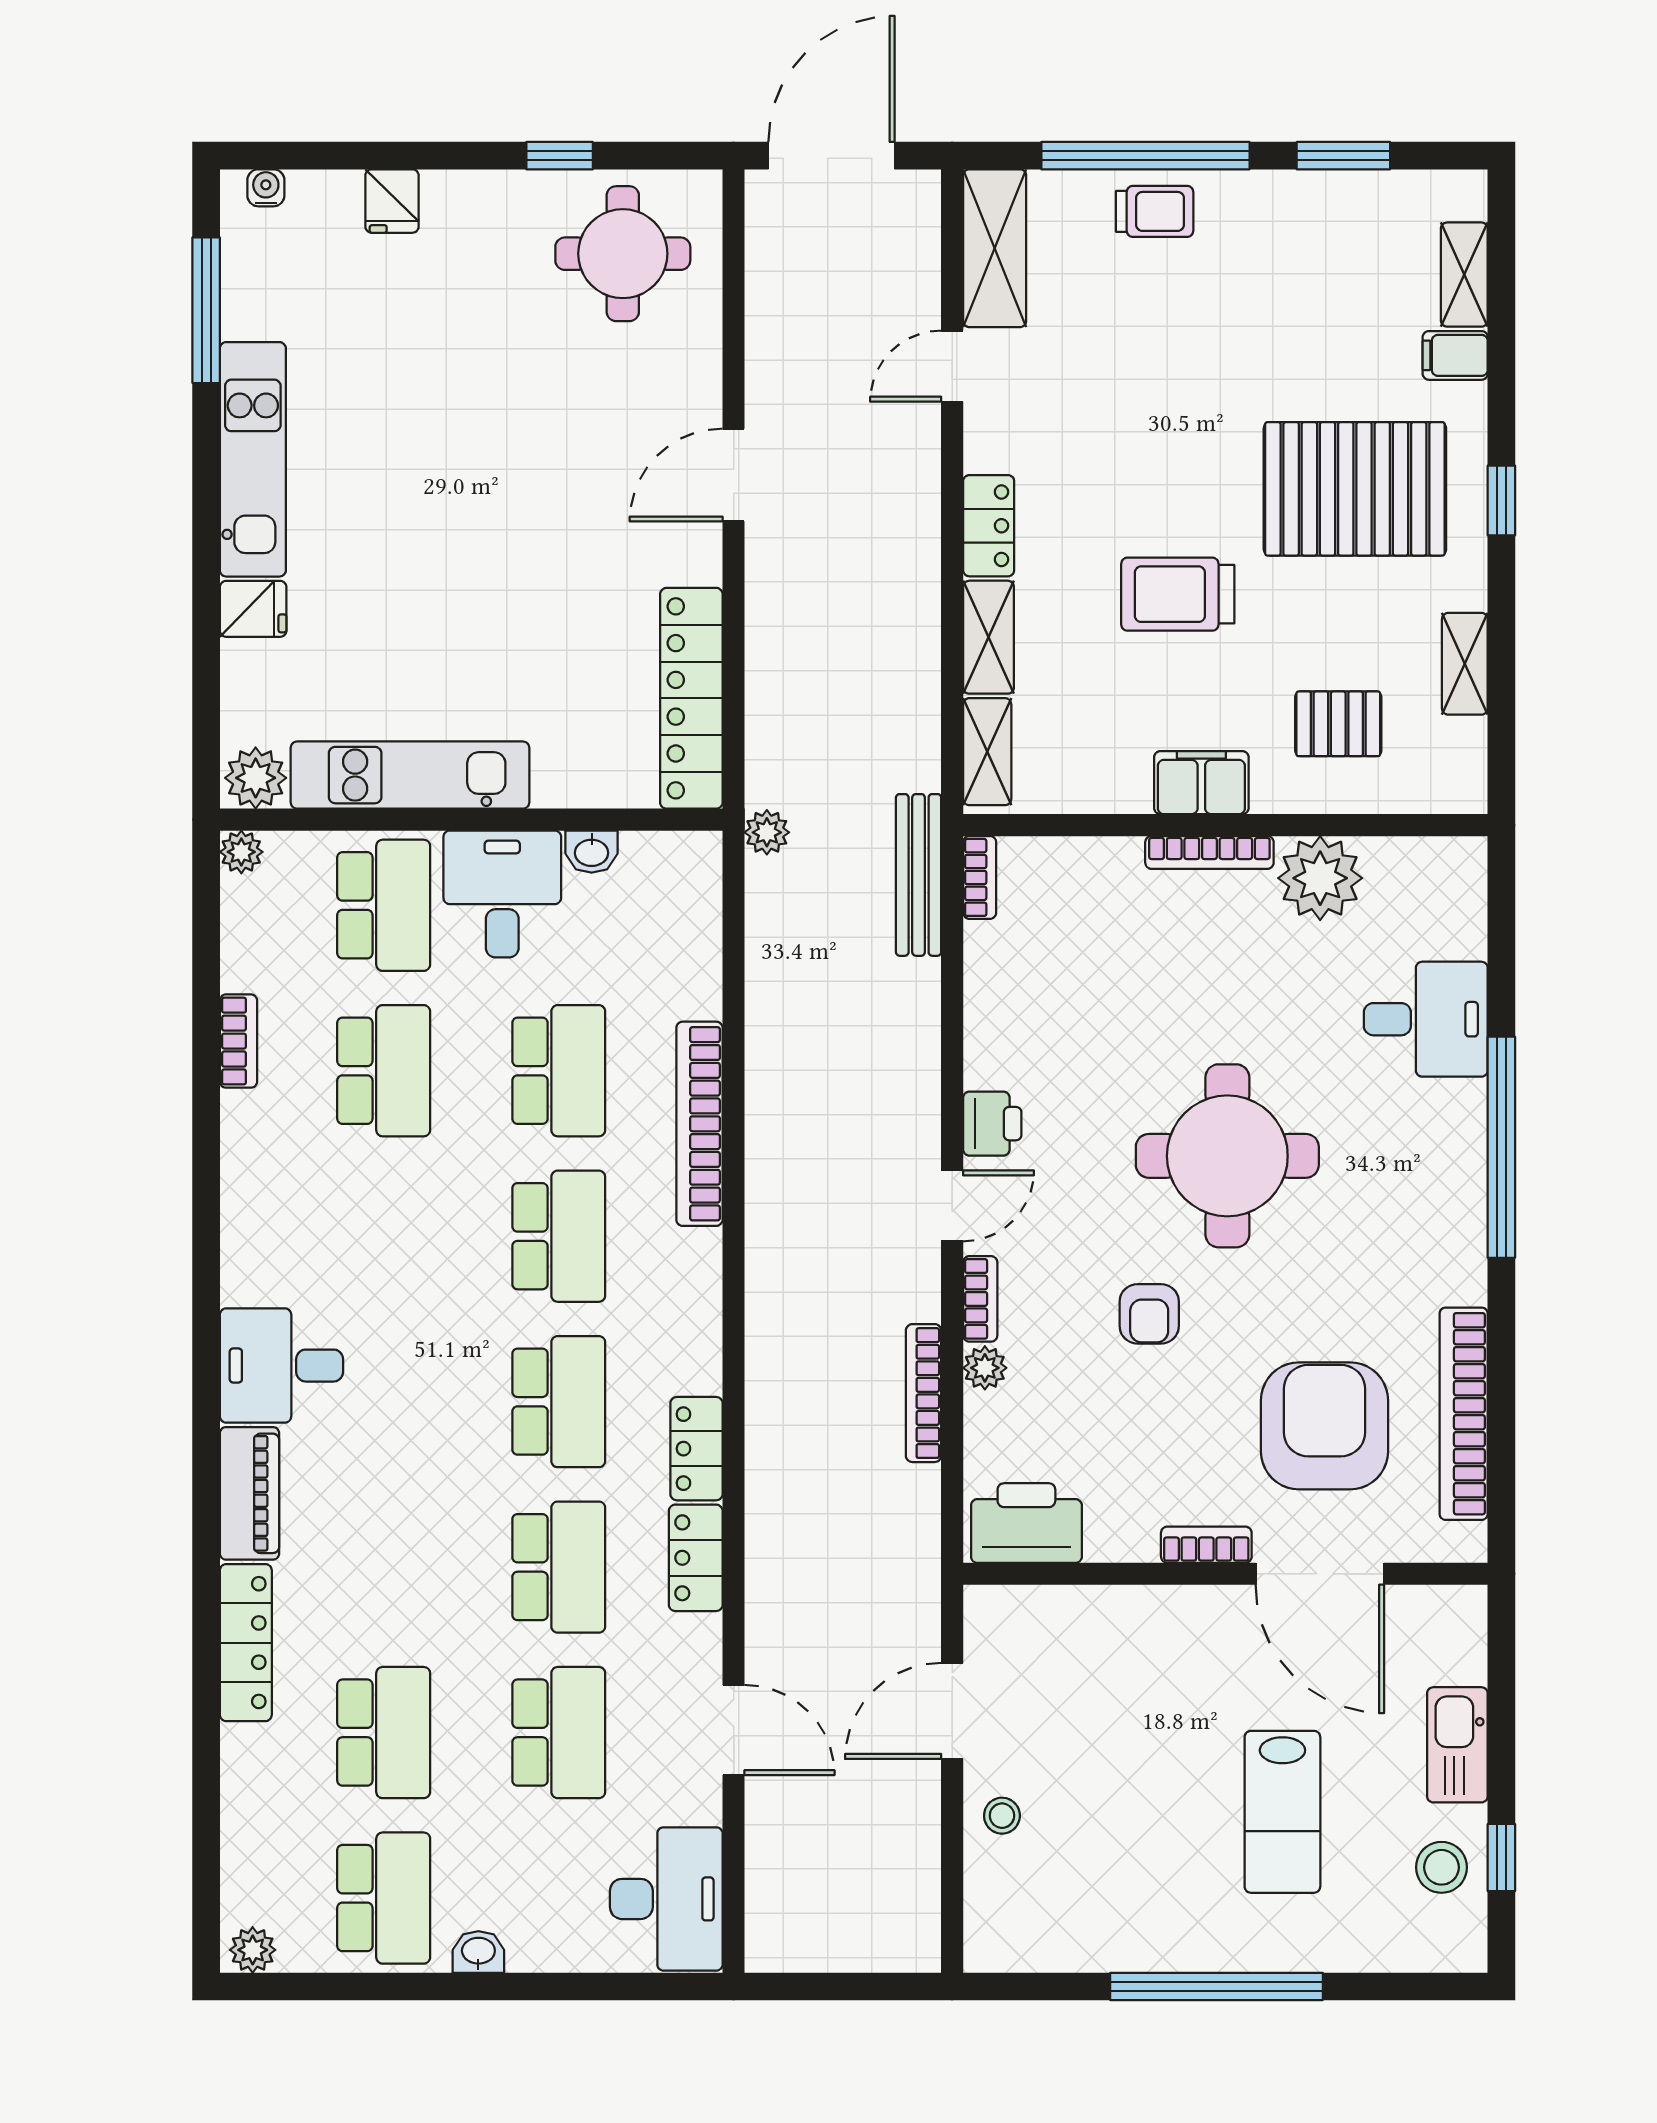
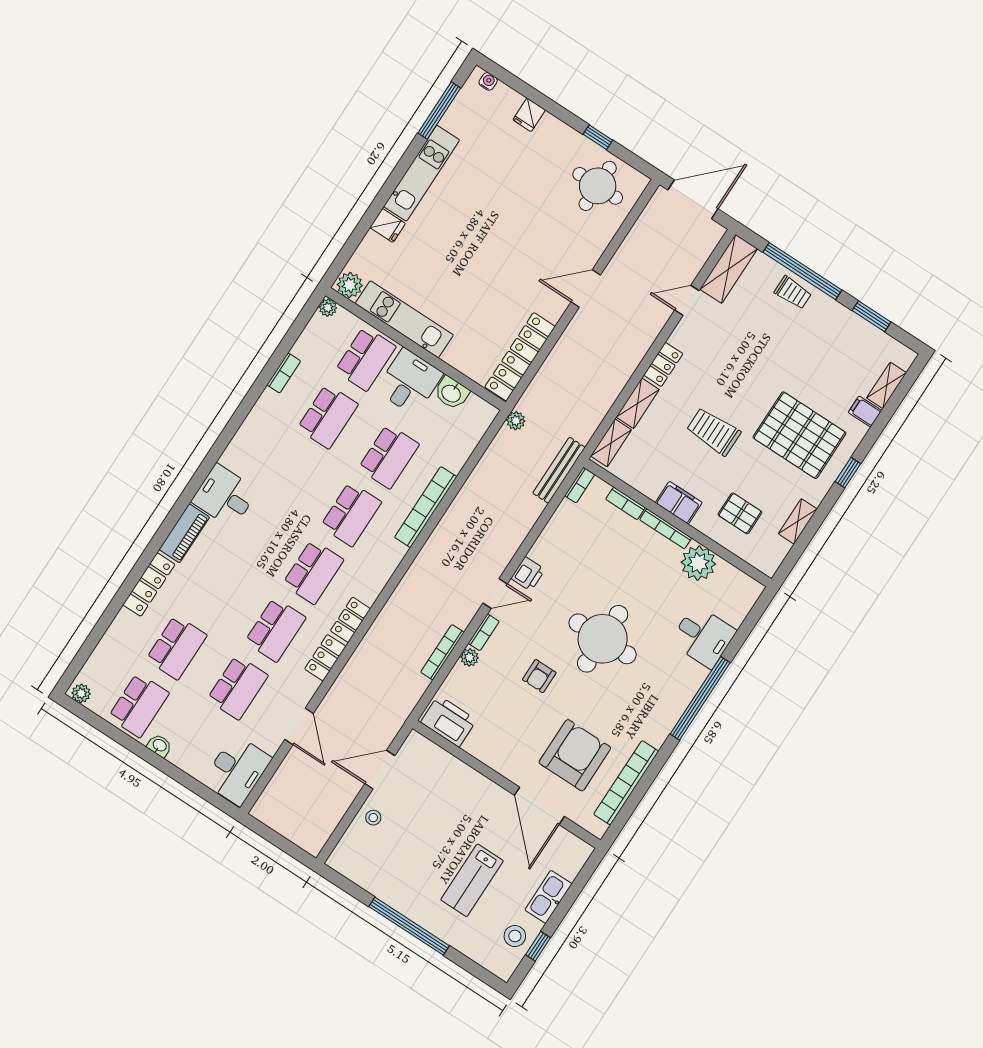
washbasin: (592, 852) -> (452, 393), width x1.38, depth x1.45
bookcase: (1206, 1545) -> (625, 503), moved, turned 180

